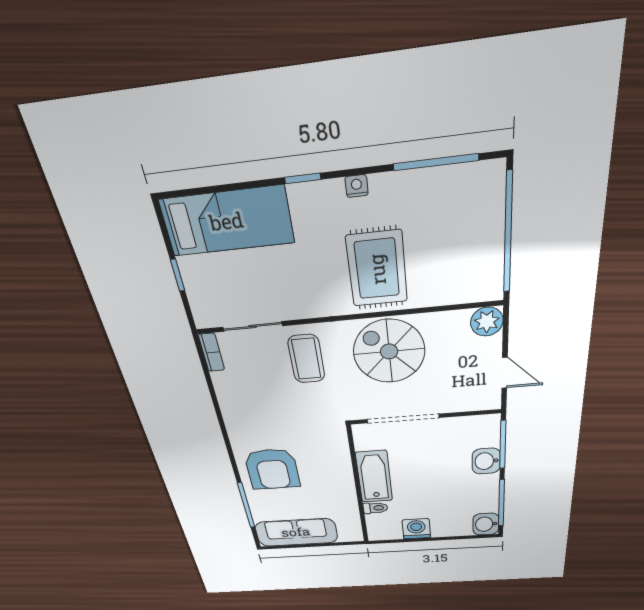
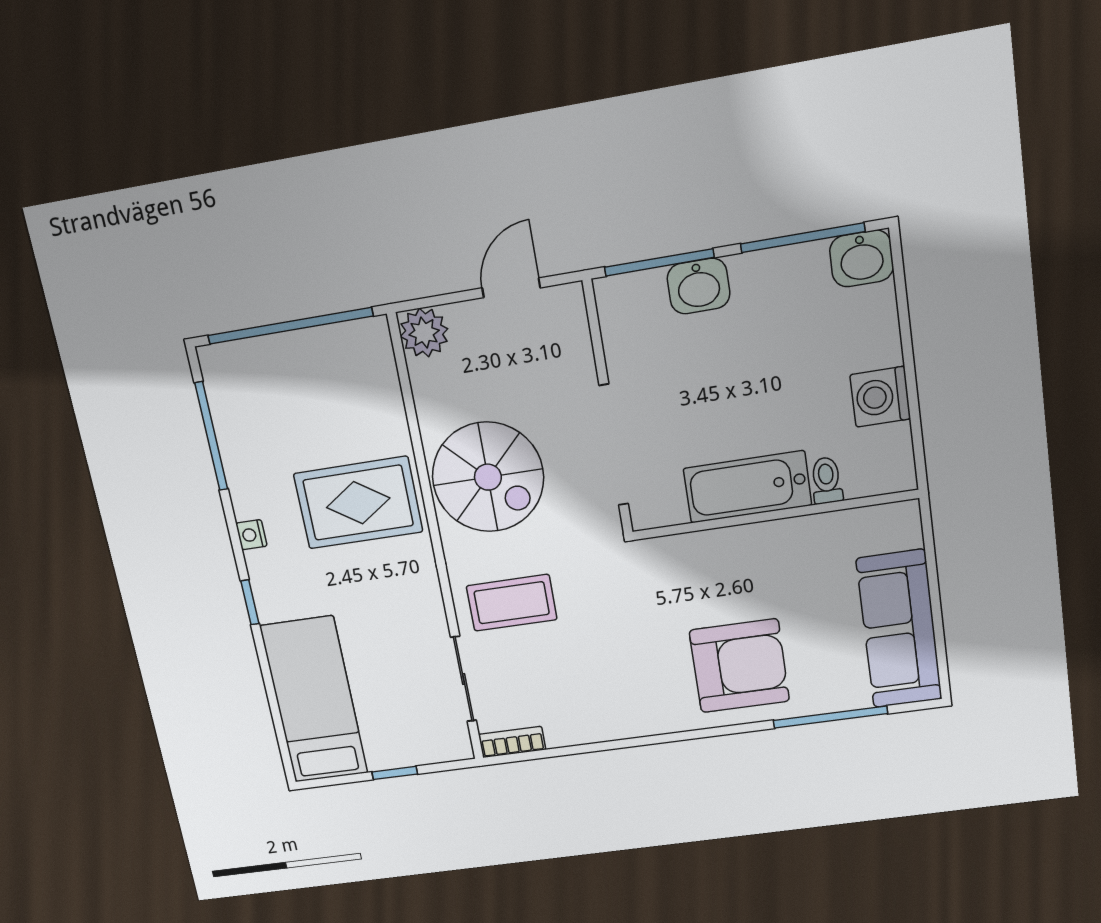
spiral stairs: (389, 351) -> (488, 477), turned -90

